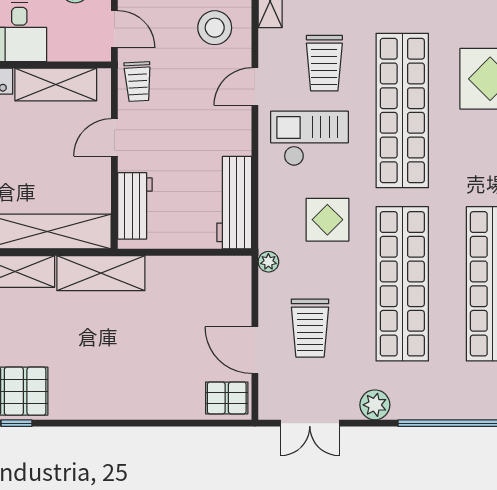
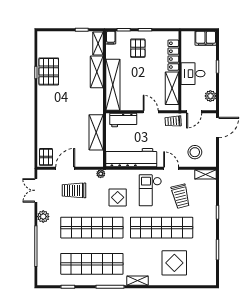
trolley: (324, 63) -> (181, 196), turned -104
checkout: (309, 138) -> (150, 190), turned 180
workbench: (234, 203) -> (131, 158), width x1.36, depth x1.32
shelving: (101, 273) -> (96, 132), moved

